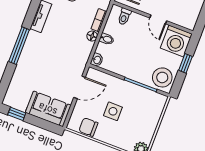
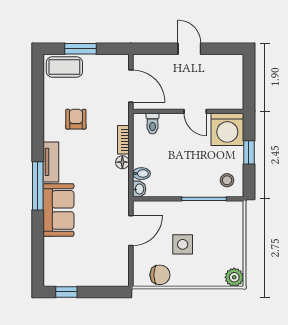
bidet: (107, 39) -> (141, 174), moved
window: (19, 46) -> (38, 186), moved
stool: (162, 77) -> (227, 180), width x0.53, depth x0.53
sofa: (48, 109) -> (58, 210), moved, turned 90
chair: (88, 127) -> (160, 275), turned 180

